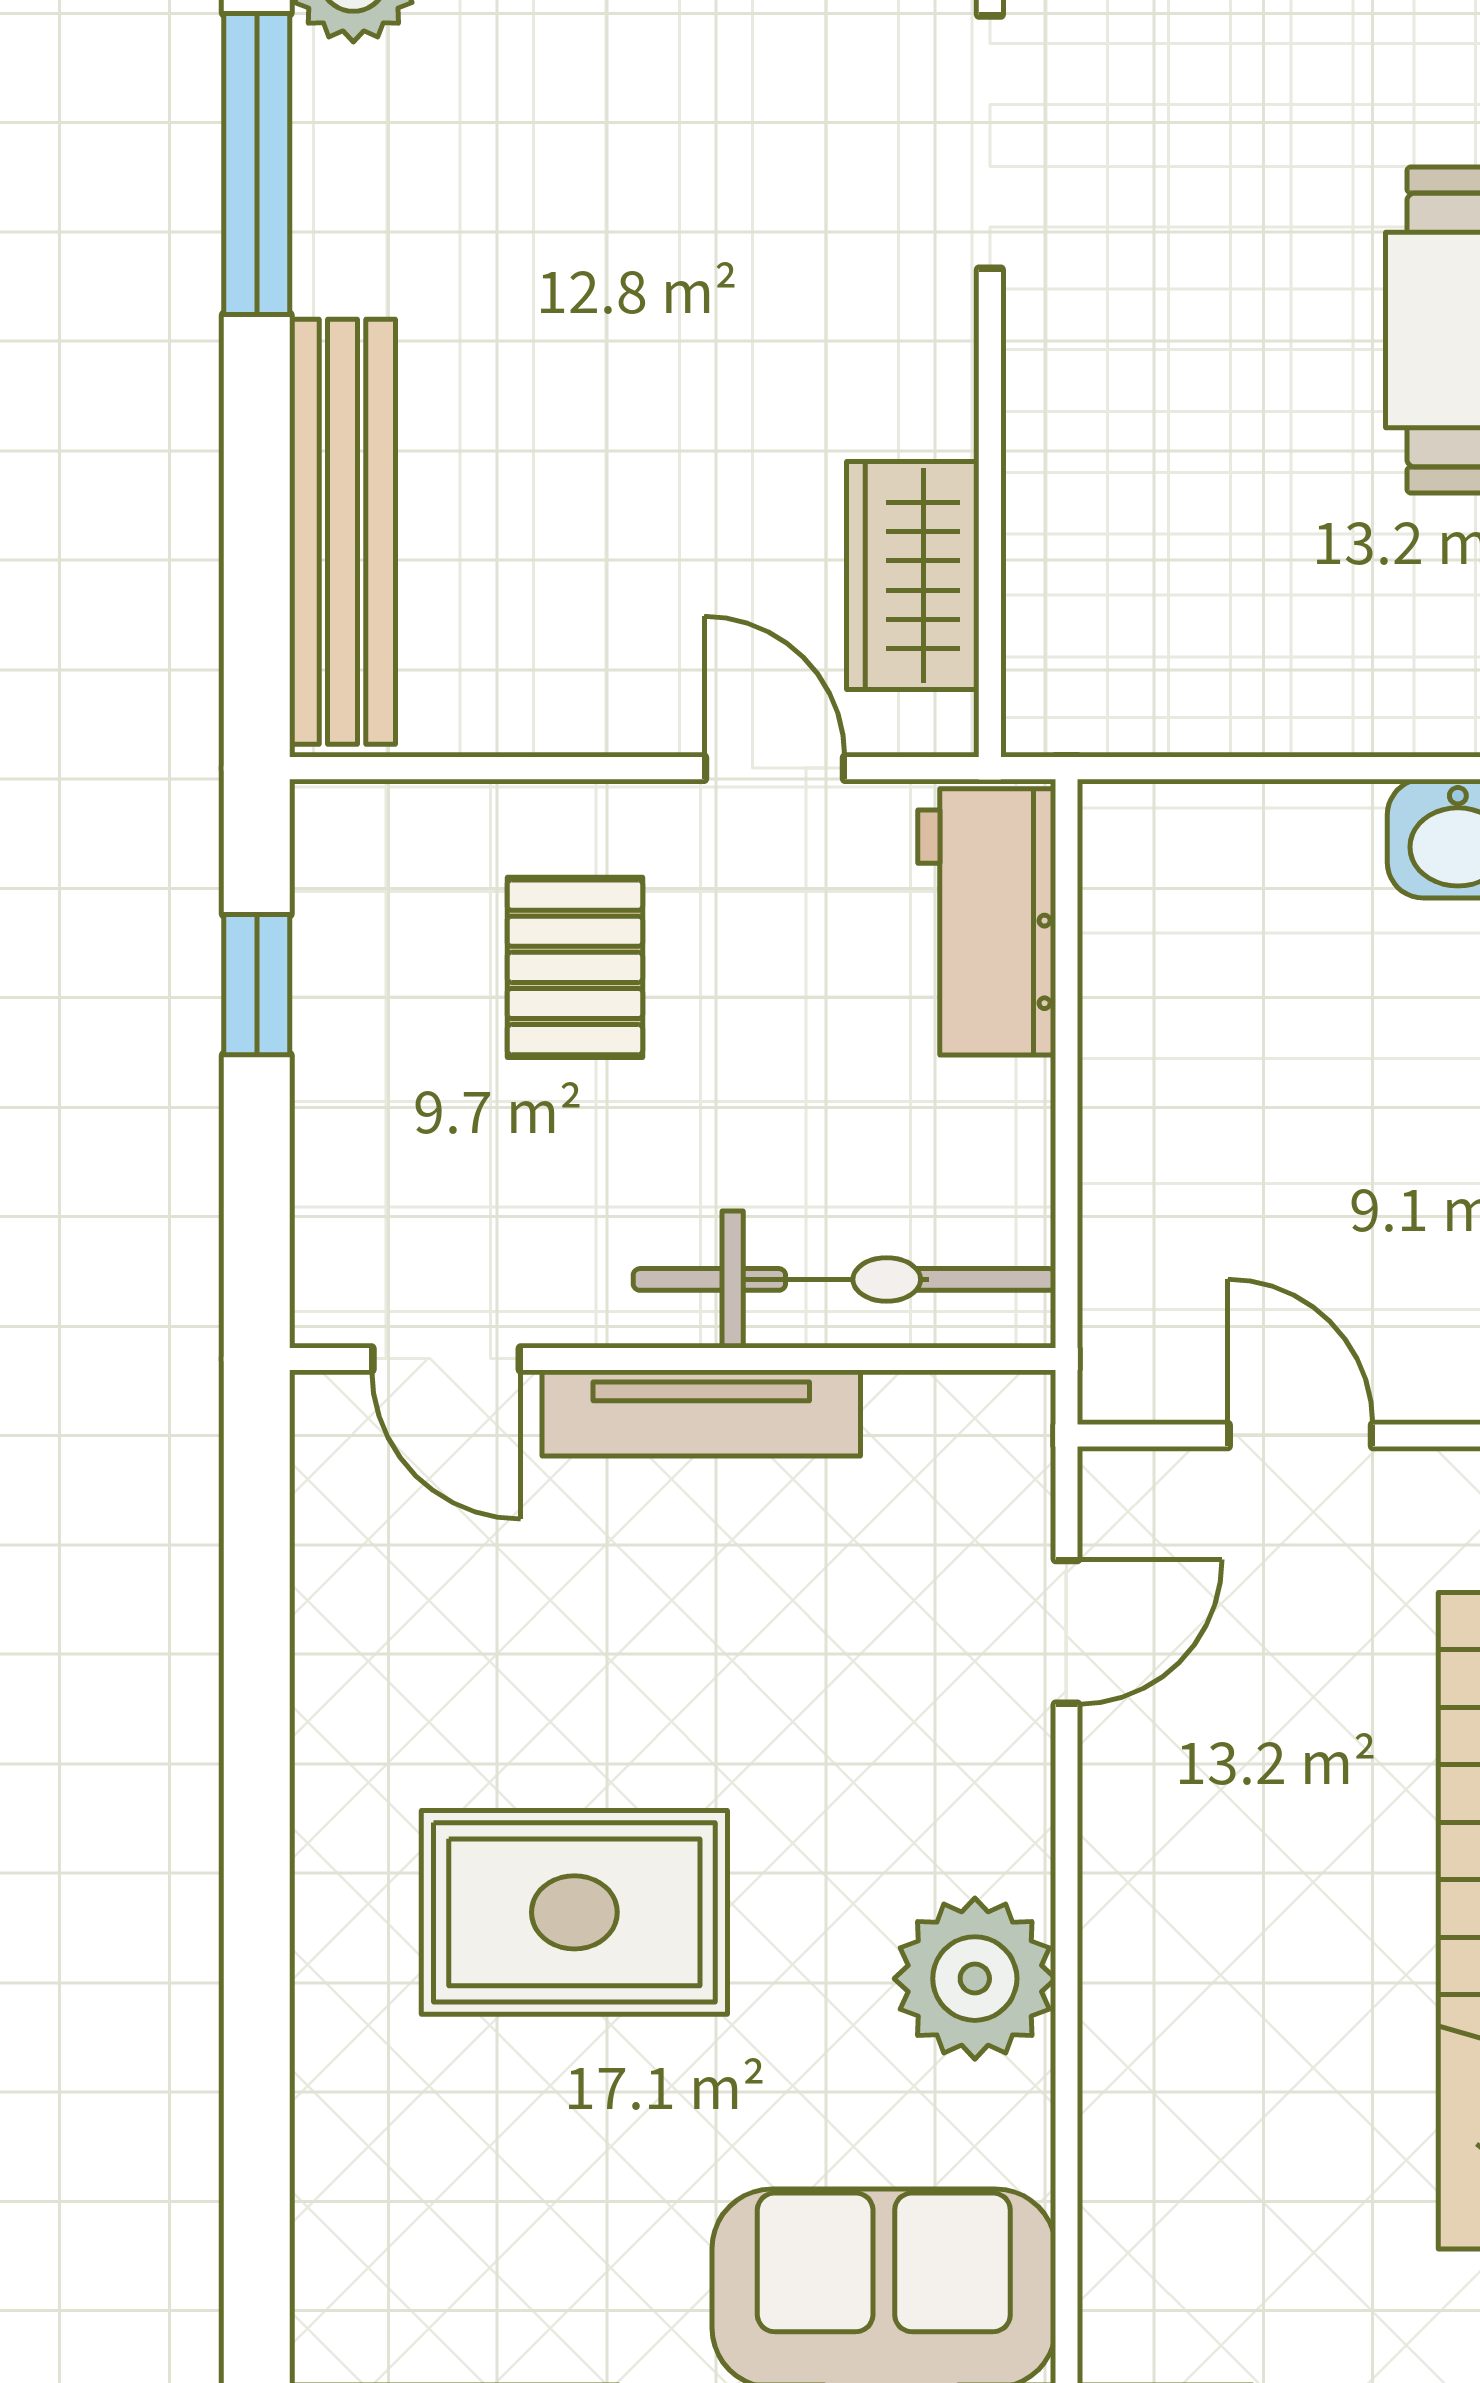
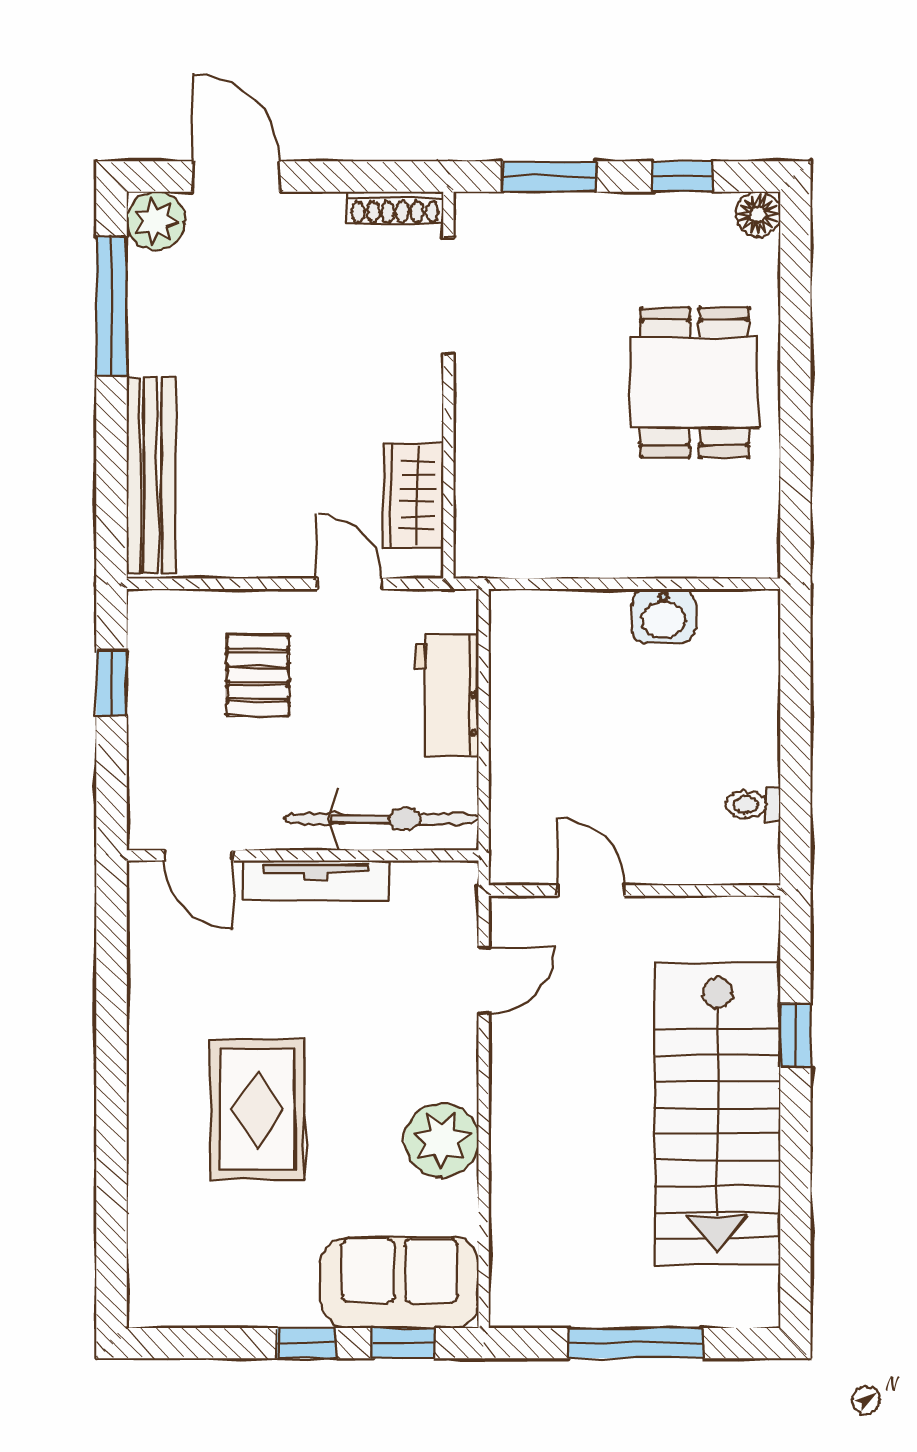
workbench: (987, 922) -> (447, 695), moved
rug: (574, 1912) -> (257, 1110), turned 90

